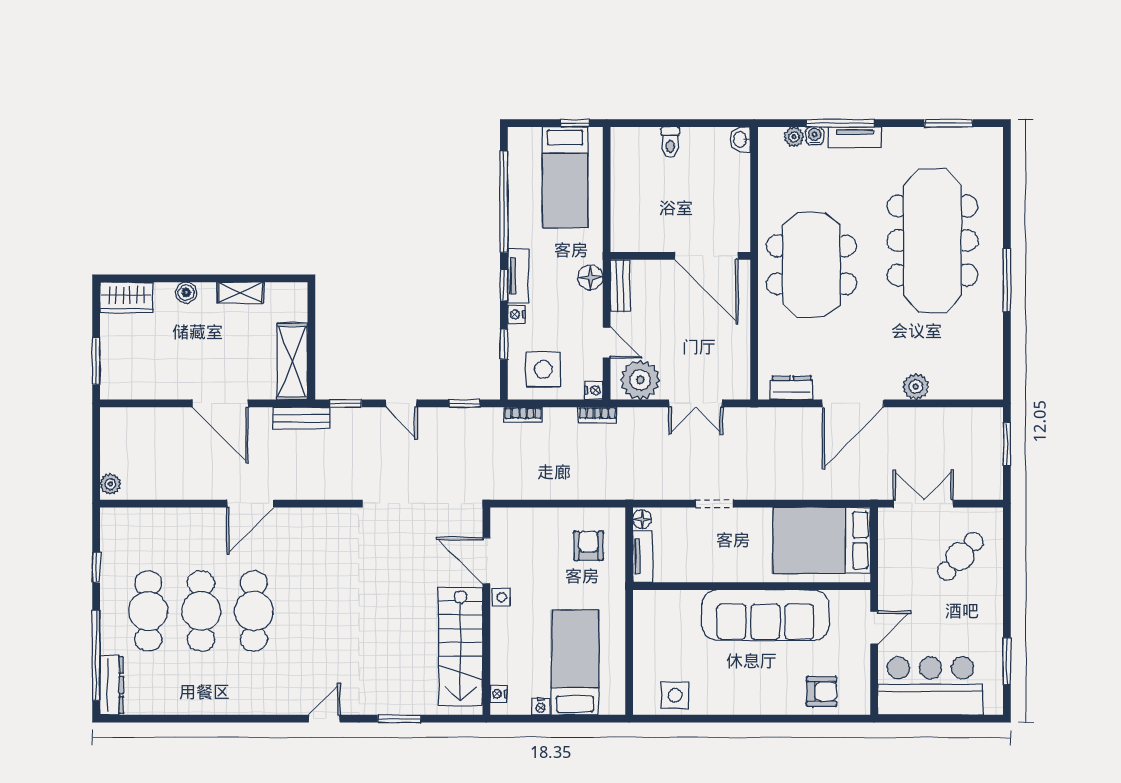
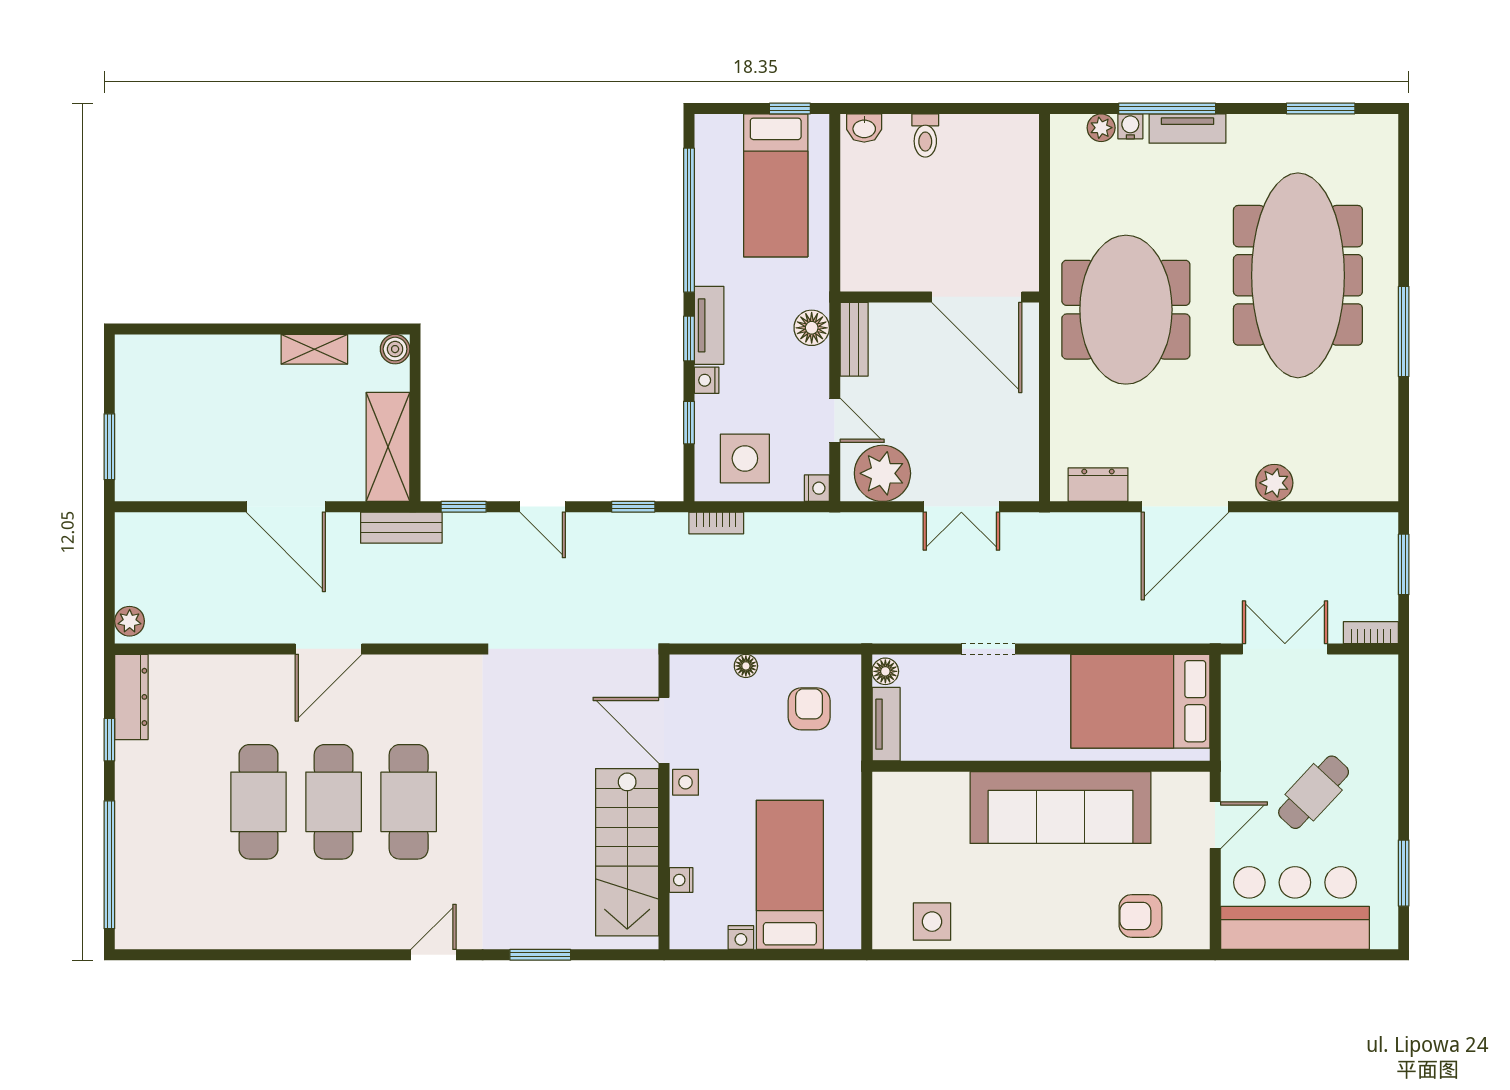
washbasin: (740, 139) -> (864, 128), moved, turned -90
boiler: (186, 292) -> (395, 349), moved
wardrobe: (126, 297) -> (152, 356), removed
bookcase: (597, 415) -> (1371, 633), moved, turned 180
floor lamp: (544, 515) -> (746, 666), added
cafe table: (960, 556) -> (1314, 792), moved
cafe table: (148, 611) -> (409, 802), moved
dresser: (112, 685) -> (131, 697), moved
armchair: (822, 691) -> (1140, 916), turned 180
nightstand: (498, 694) -> (681, 880), moved

